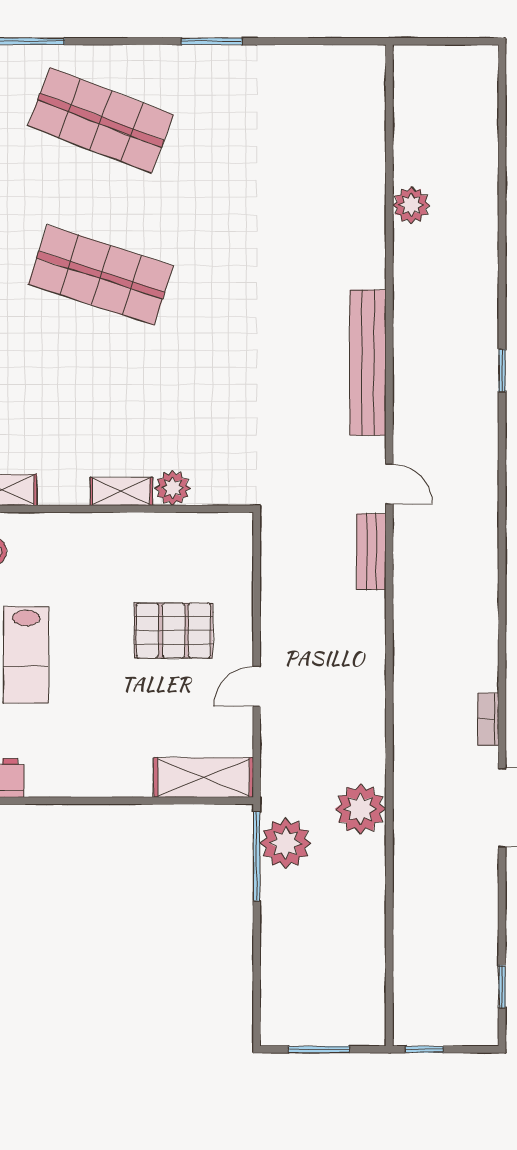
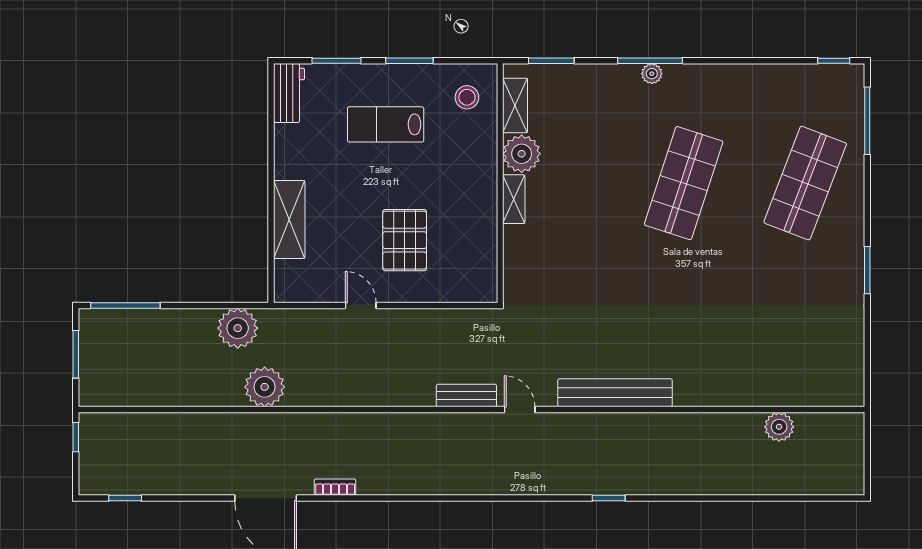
plant: (411, 205) -> (779, 427), moved
door: (389, 484) -> (520, 410), swing flipped
plant: (173, 488) -> (522, 154), moved, width x1.36, depth x1.36
shelving: (204, 777) -> (289, 219), moved
window: (257, 856) -> (125, 305), moved

